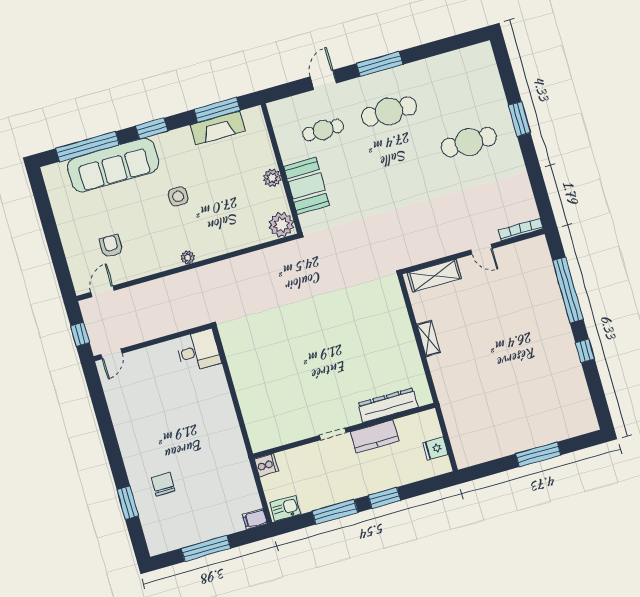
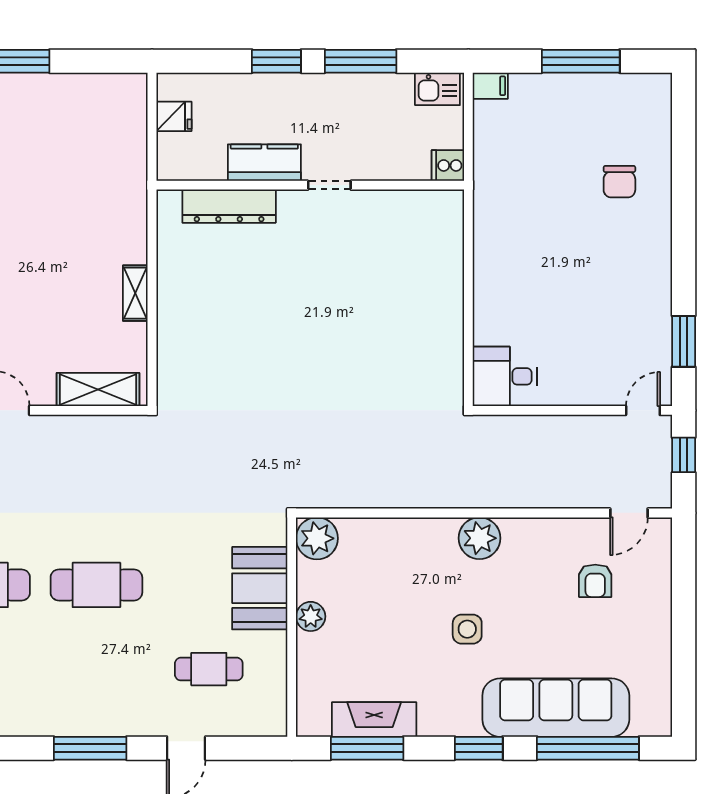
cafe table: (389, 111) -> (96, 585), moved
plant: (188, 257) -> (479, 538), width x1.87, depth x1.87
window: (128, 503) -> (684, 341), moved

